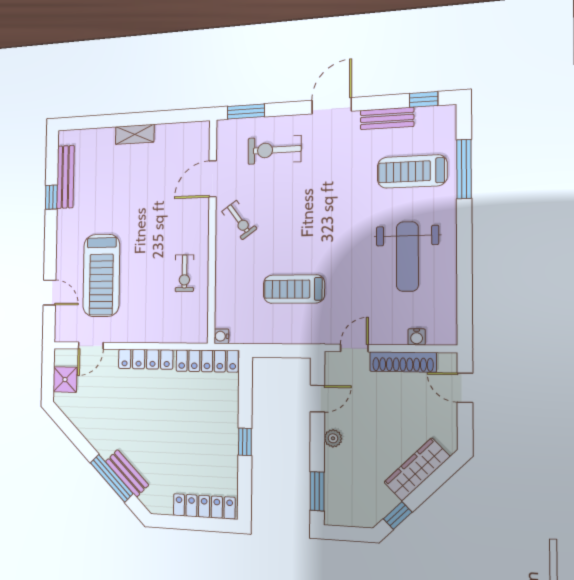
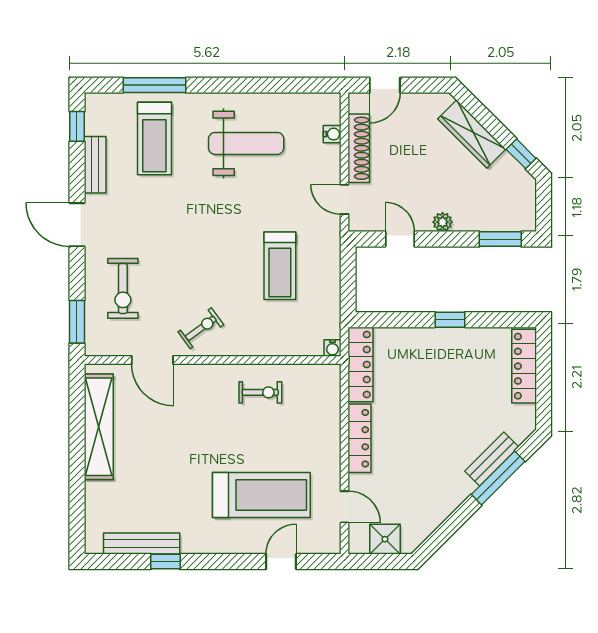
shelving: (135, 134) -> (99, 427), width x2.20, depth x1.33

